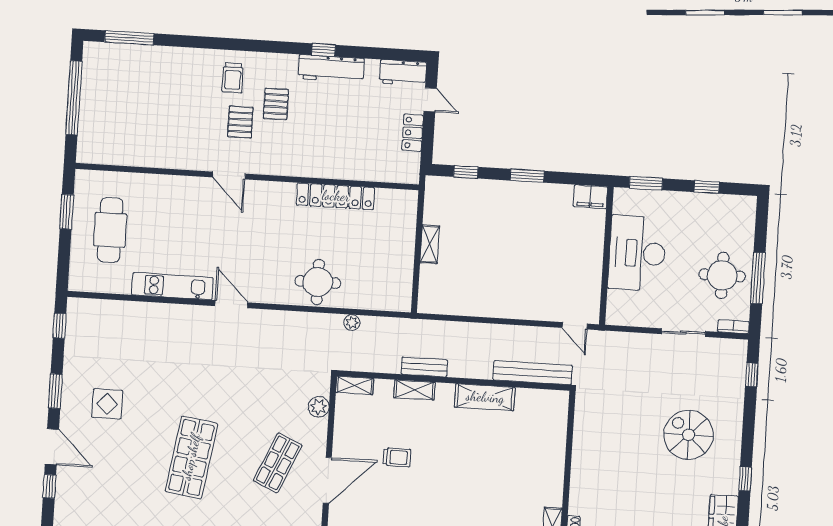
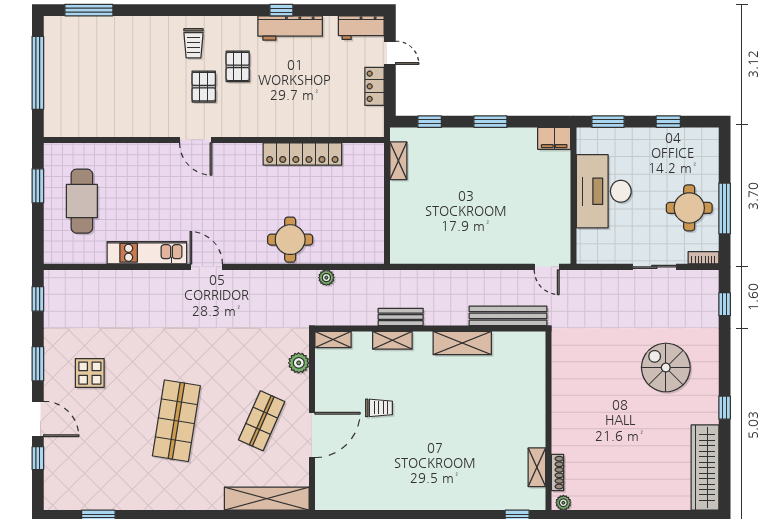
shelving: (430, 244) -> (398, 161), moved

